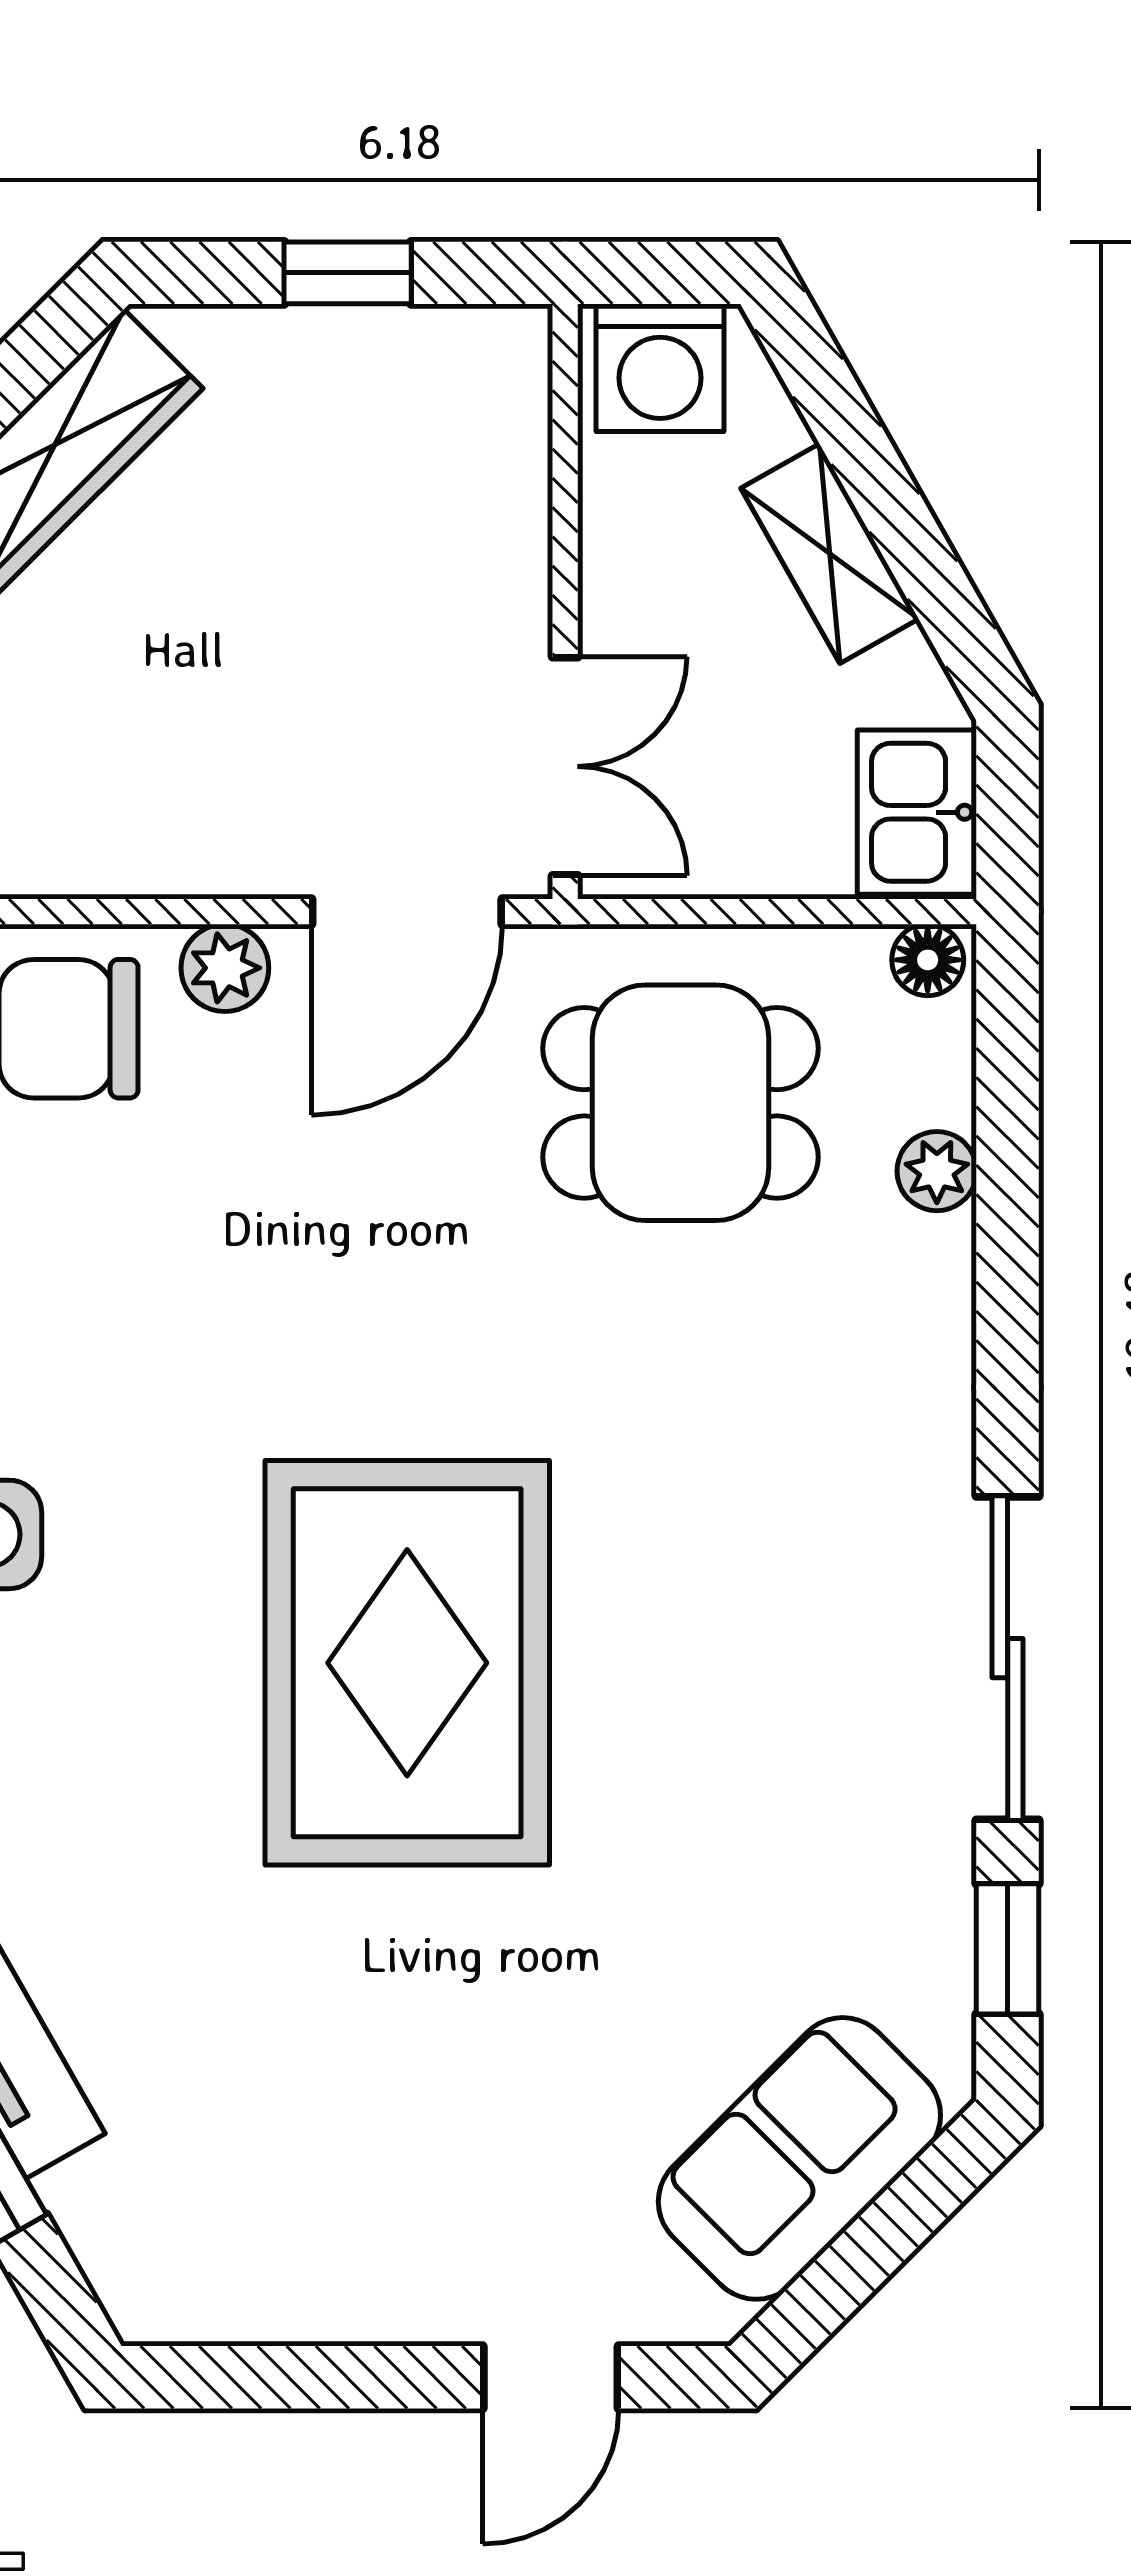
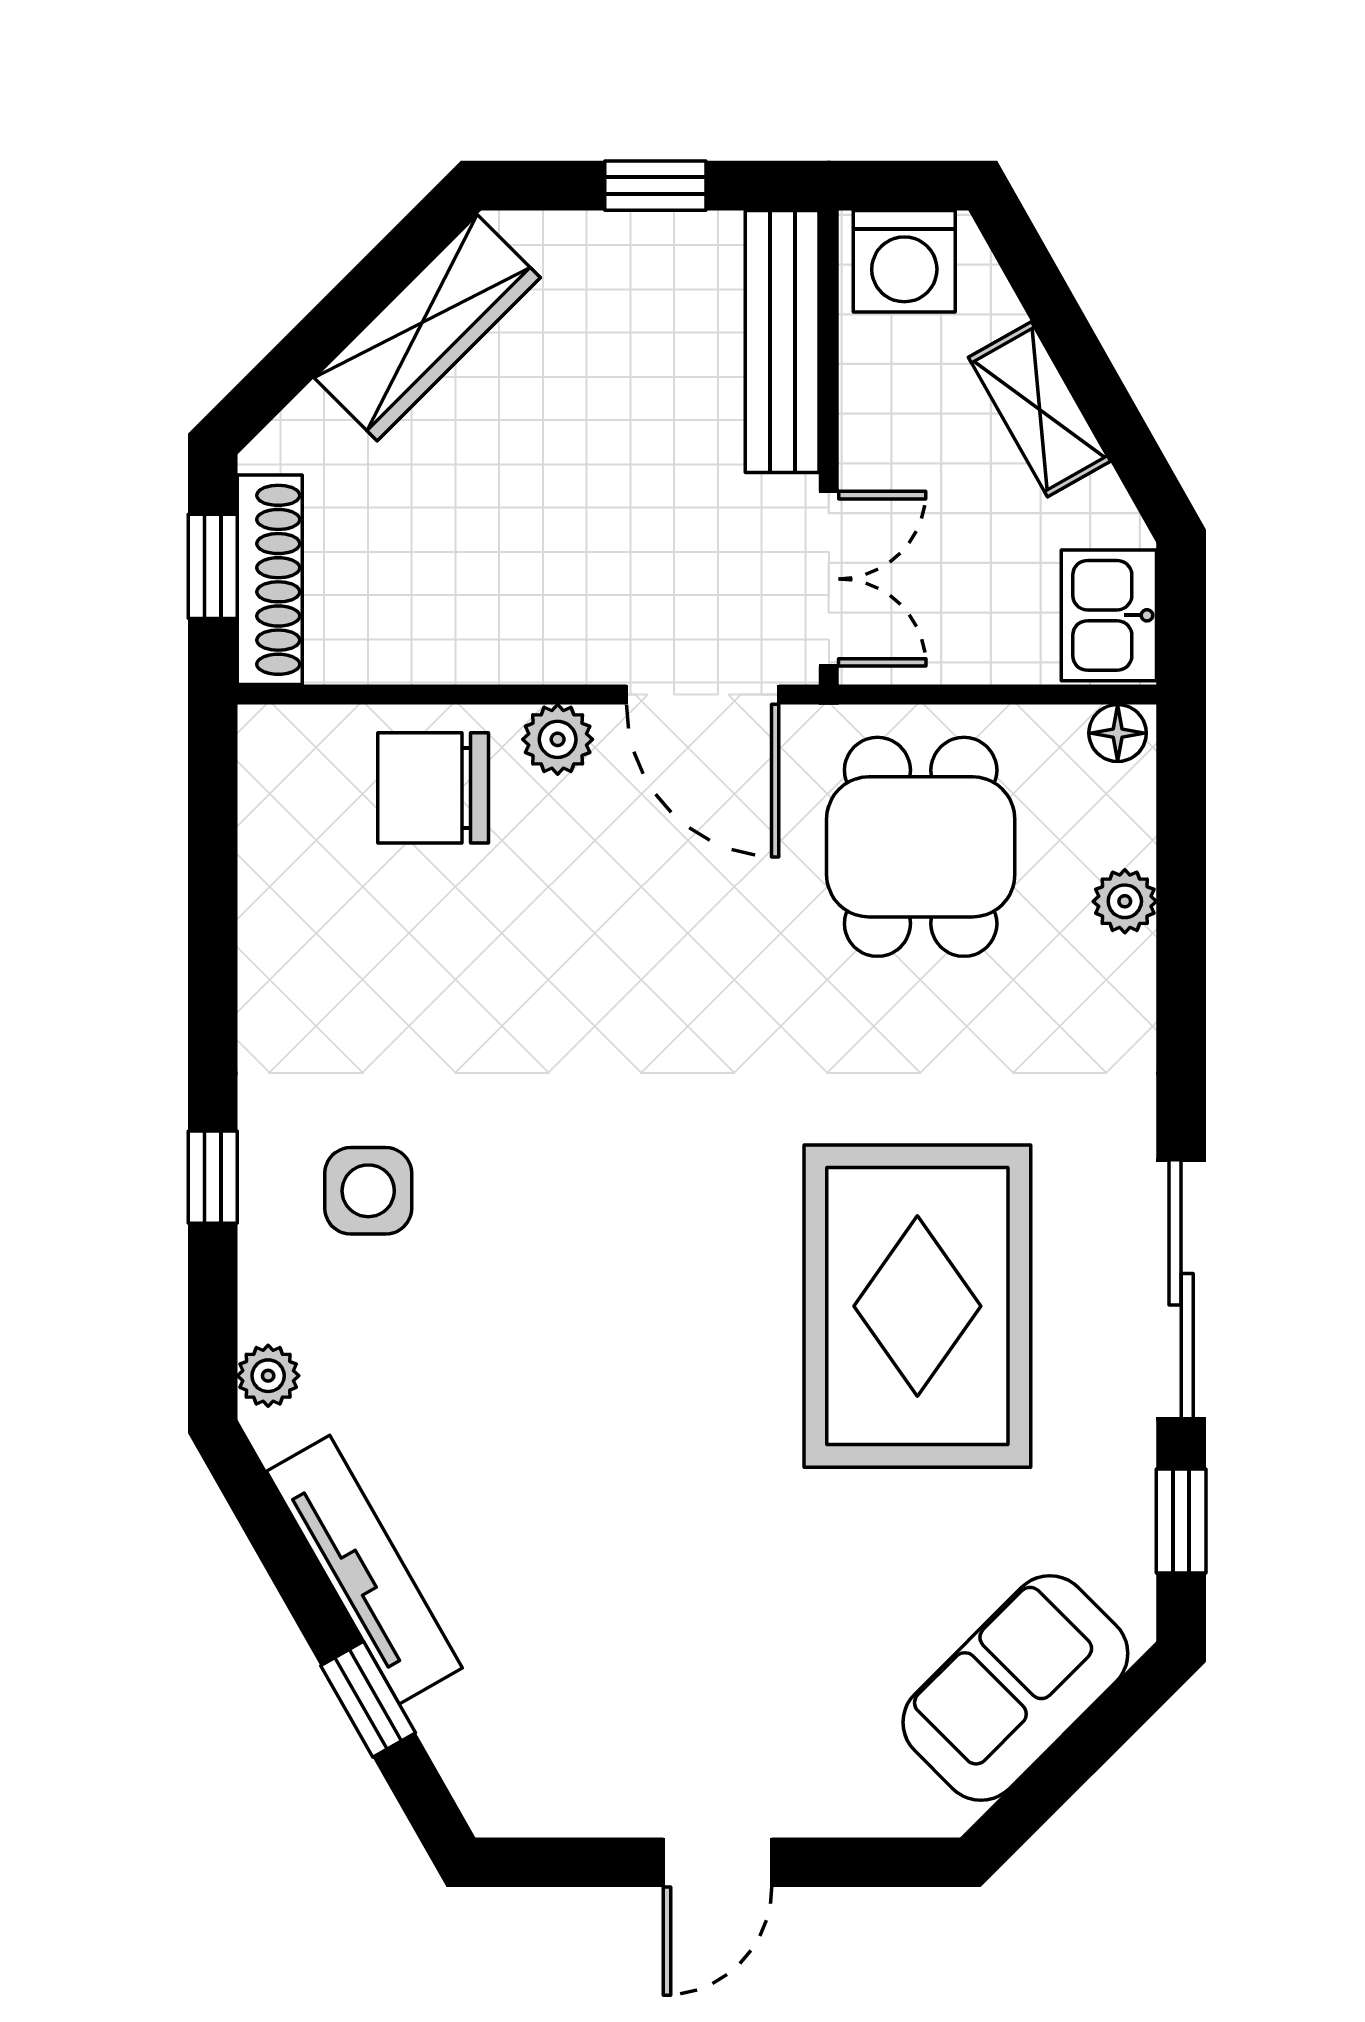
bench: (507, 468) -> (782, 341), added
door: (407, 912) -> (703, 695), hinge flipped
dining table: (681, 1103) -> (921, 847), turned 90
rug: (407, 1663) -> (917, 1306), moved
door: (551, 2377) -> (717, 1862), moved

